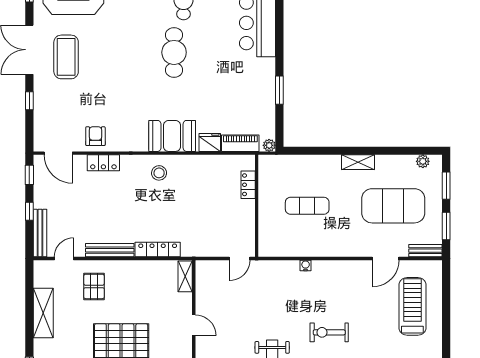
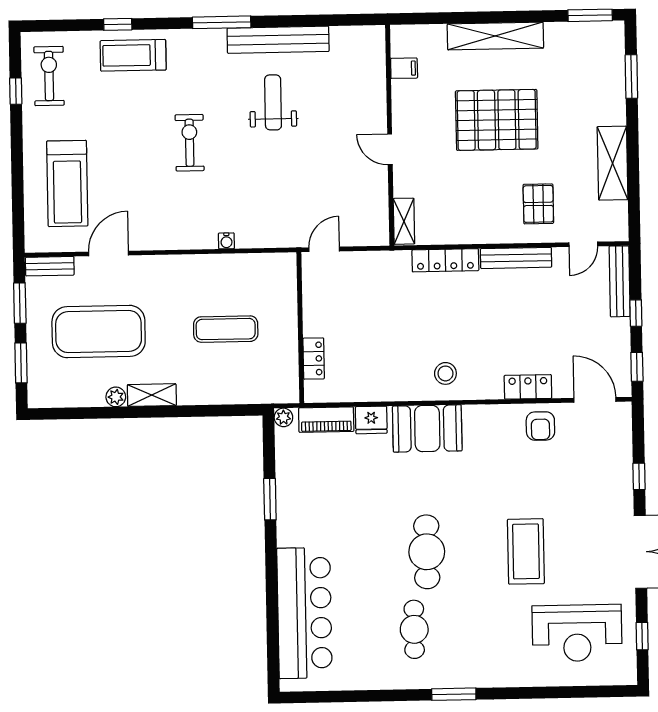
coffee table: (66, 57) -> (526, 551), moved
plant: (423, 161) -> (116, 397), moved
exercise bike: (329, 332) -> (190, 143), turned -90

